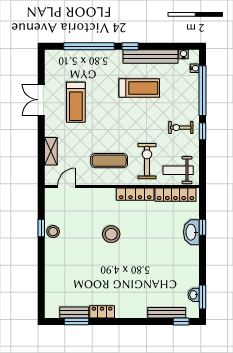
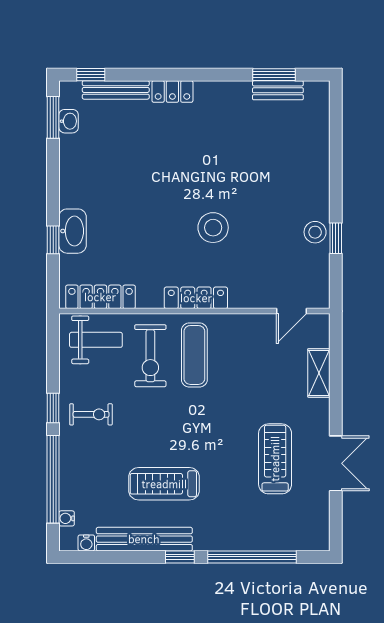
exercise mat: (109, 161) -> (194, 355), moved, turned 90
locker: (135, 194) -> (196, 298), moved
locker: (102, 312) -> (172, 91), moved

